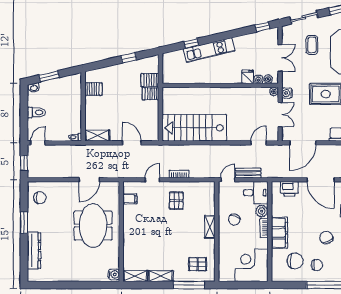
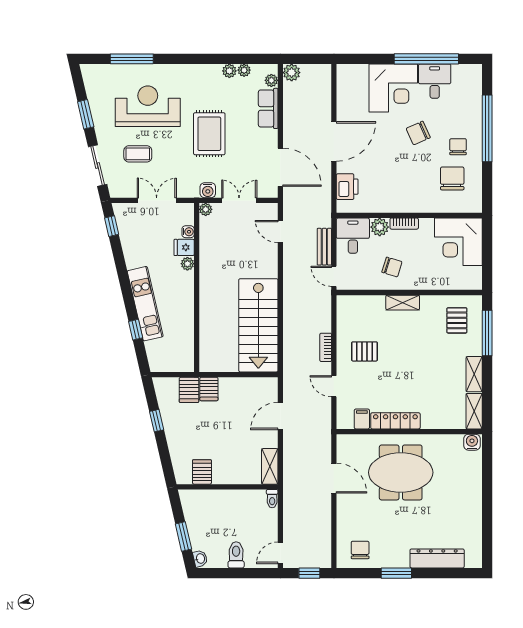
plant: (268, 79) -> (187, 264), moved
door: (38, 143) -> (280, 553), hinge flipped
locker: (129, 222) -> (395, 421), added
filing cabinet: (279, 233) -> (411, 201), removed

